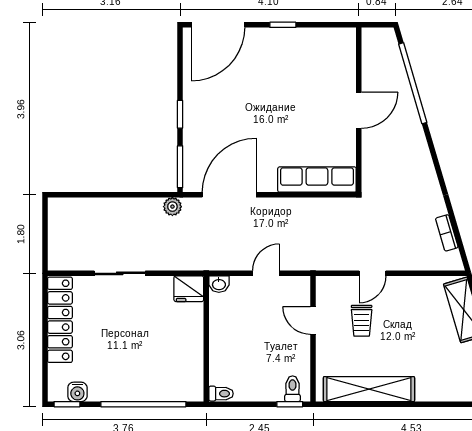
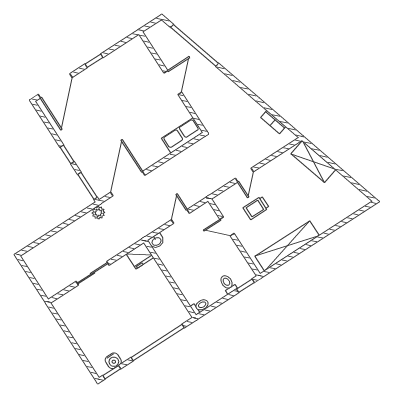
row of seats: (317, 180) -> (182, 135), width x0.68
locker: (60, 320) -> (75, 324), removed
trolley: (362, 321) -> (256, 208), turned 90
toilet: (293, 389) -> (228, 284), moved

